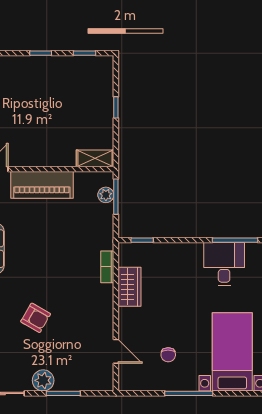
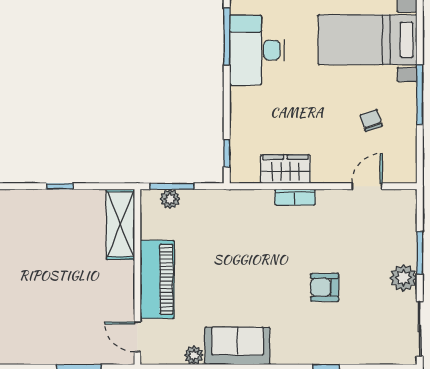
shelving: (95, 158) -> (120, 224), width x1.50, depth x1.33
desk: (224, 264) -> (257, 50), width x1.37
bookcase: (107, 267) -> (295, 197), moved
armchair: (36, 318) -> (325, 287), turned -120
chair: (168, 355) -> (371, 120), turned -109

